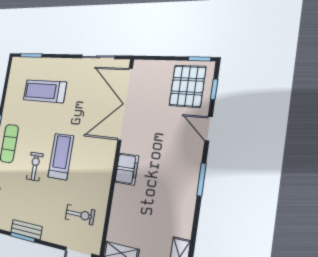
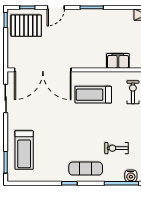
treadmill: (45, 91) -> (24, 150), moved
treadmill: (61, 156) -> (93, 95), moved
exercise bike: (35, 166) -> (117, 148), moved
filing cabinet: (127, 169) -> (118, 61), moved

